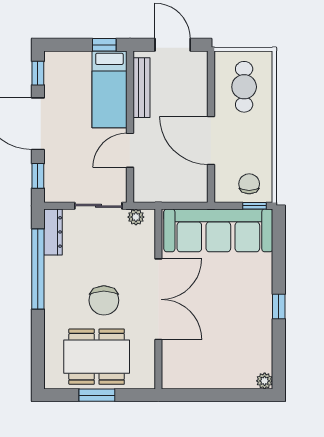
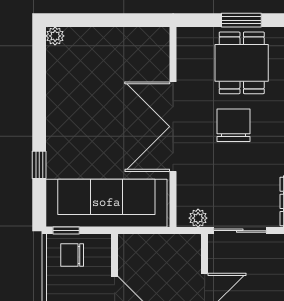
chair: (249, 184) -> (72, 255), turned 90
window: (279, 307) -> (39, 165), moved
dining table: (97, 357) -> (242, 63), width x0.73

